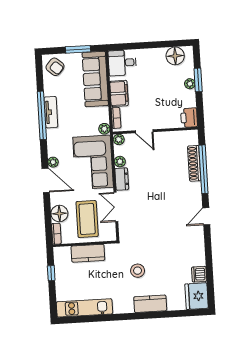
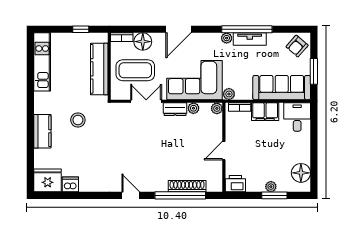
door: (144, 131) -> (224, 151), moved
plant: (53, 162) -> (227, 38), moved
kitchen counter: (88, 253) -> (99, 69), width x1.50

